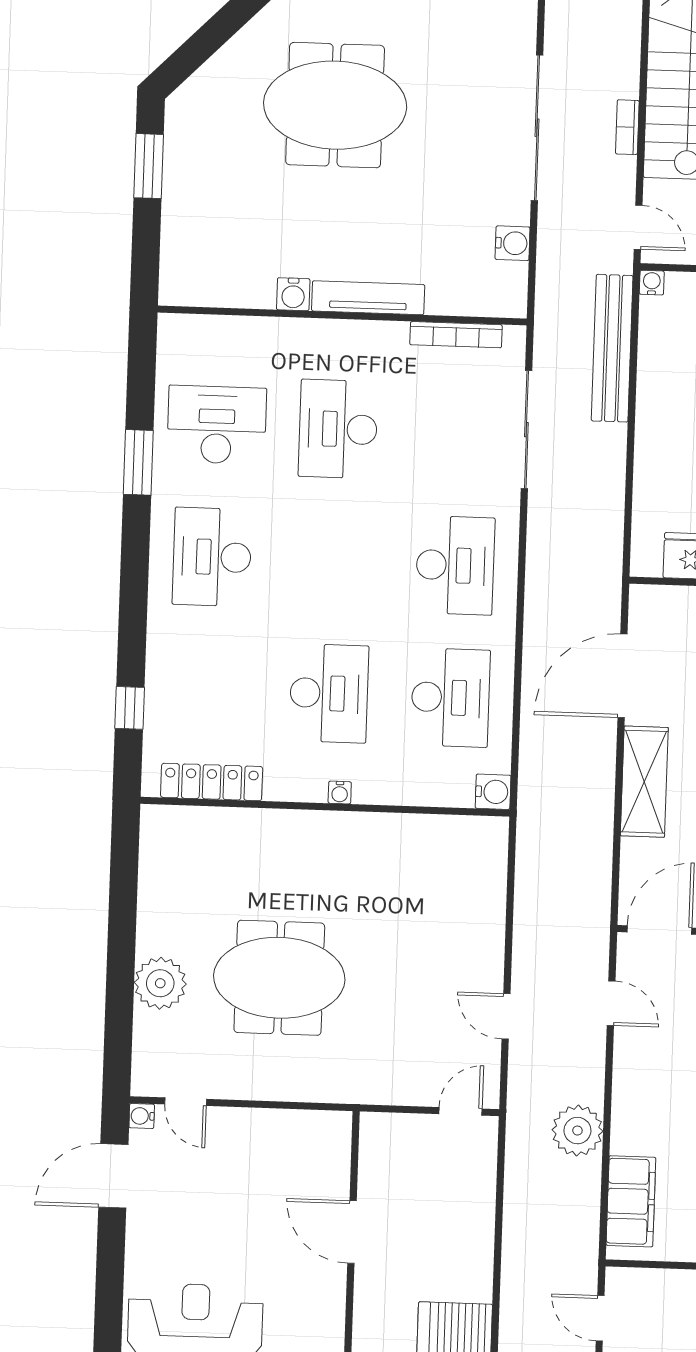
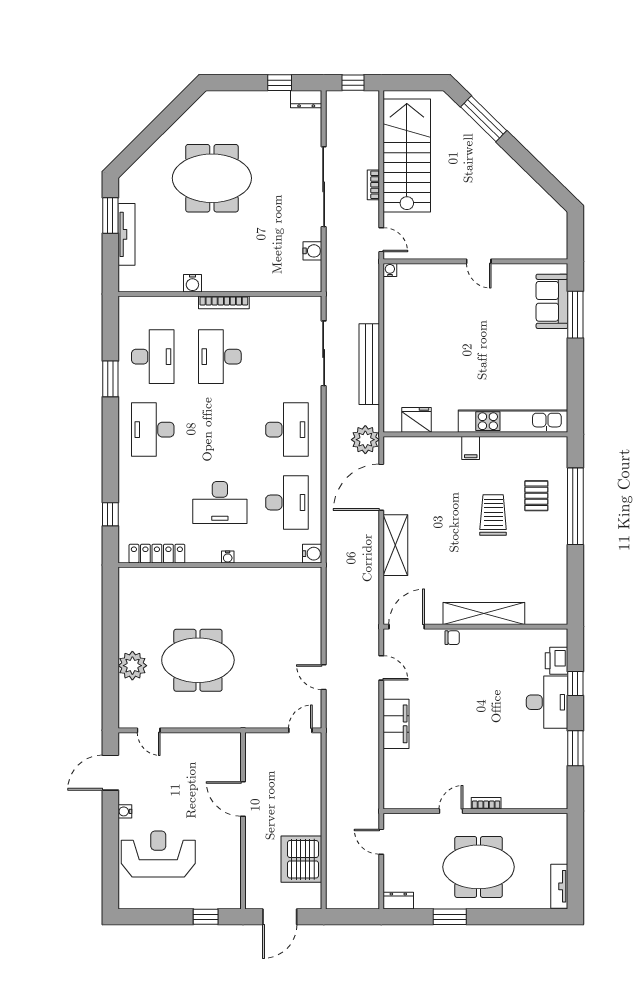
tv unit: (368, 298) -> (126, 234), moved, turned 90
bookcase: (456, 335) -> (224, 302), moved
bench: (612, 348) -> (369, 364), moved
desk: (217, 425) -> (153, 357), turned 90
desk: (329, 693) -> (220, 503), turned 90
water cooler: (142, 1116) -> (125, 811), moved
plant: (577, 1131) -> (365, 440), moved
filing cabinet: (631, 1201) -> (396, 724), moved

